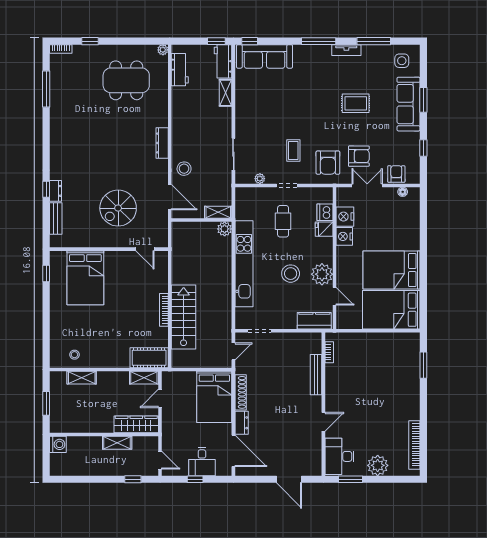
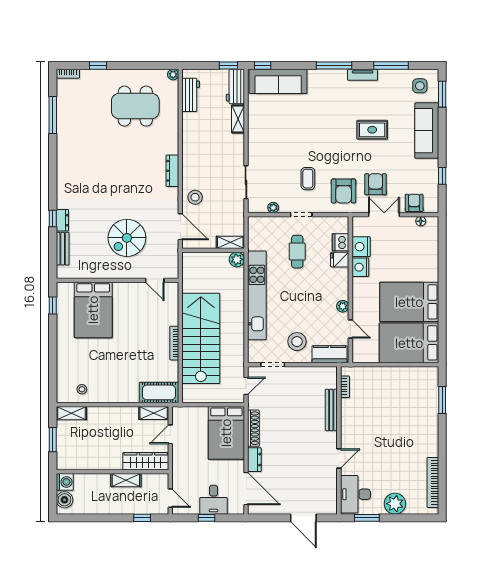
window: (423, 100) -> (442, 94), moved
armchair: (359, 156) -> (375, 184), turned -90
stool: (291, 274) -> (297, 342), moved
plant: (322, 274) -> (343, 306), width x0.53, depth x0.53
stairs: (184, 317) -> (201, 338), width x1.36, depth x1.51
shelving: (82, 378) -> (71, 413), moved
boiler: (58, 462) -> (64, 500), added

